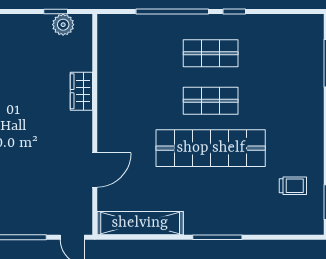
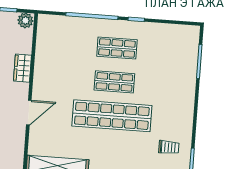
plant: (63, 25) -> (25, 20), moved
door: (95, 170) -> (29, 113), moved

